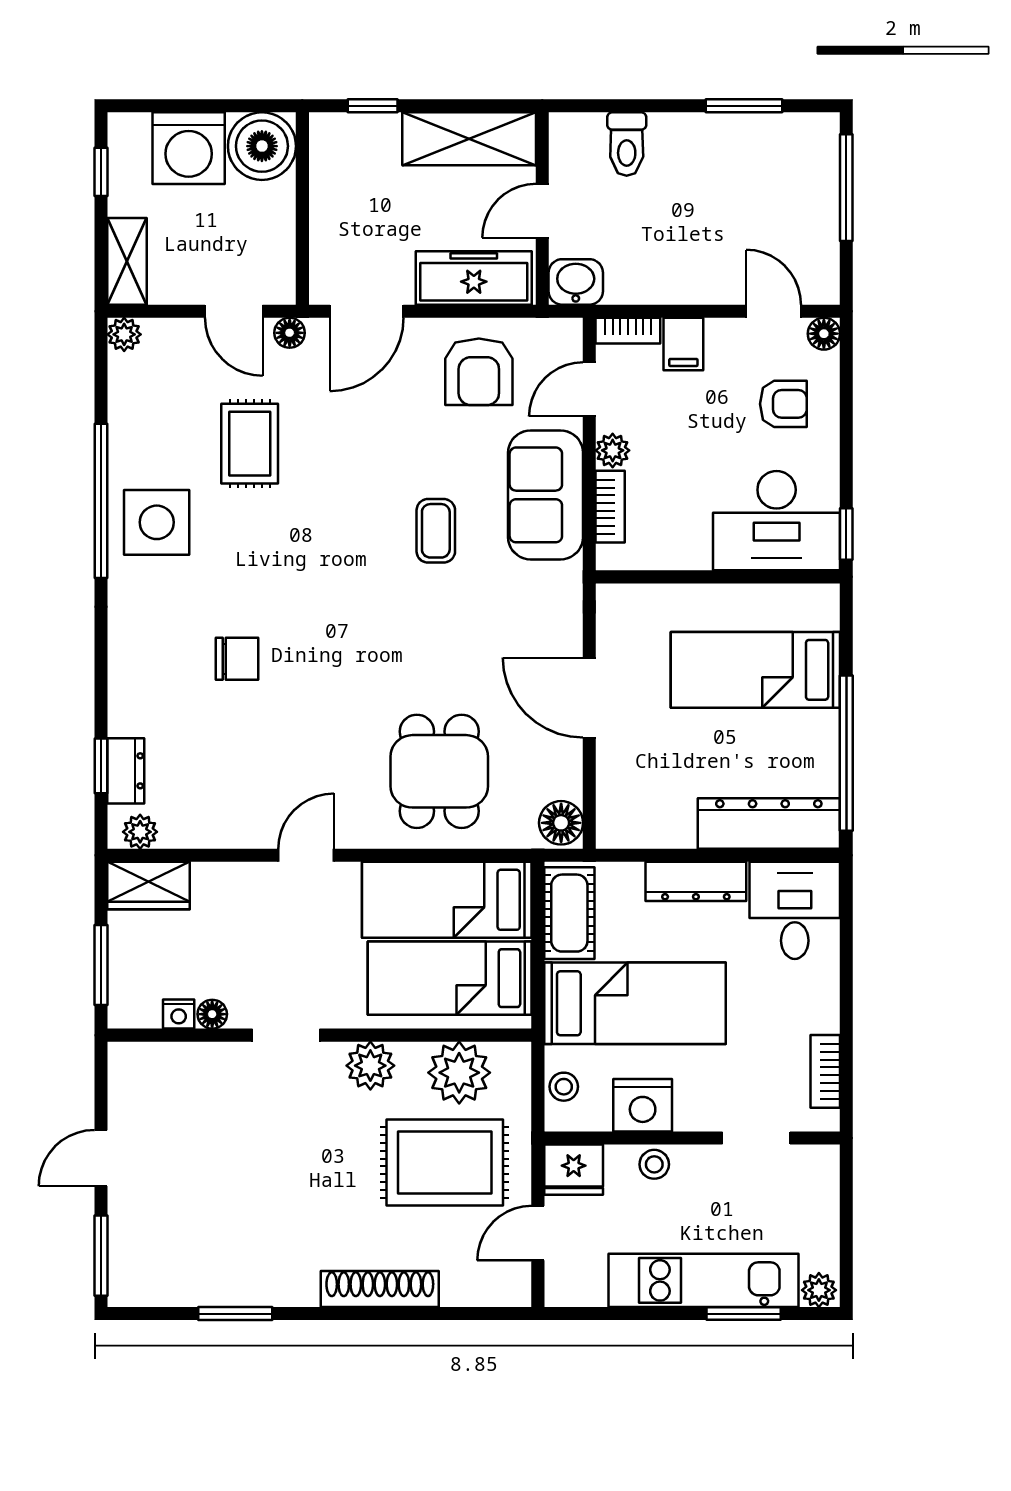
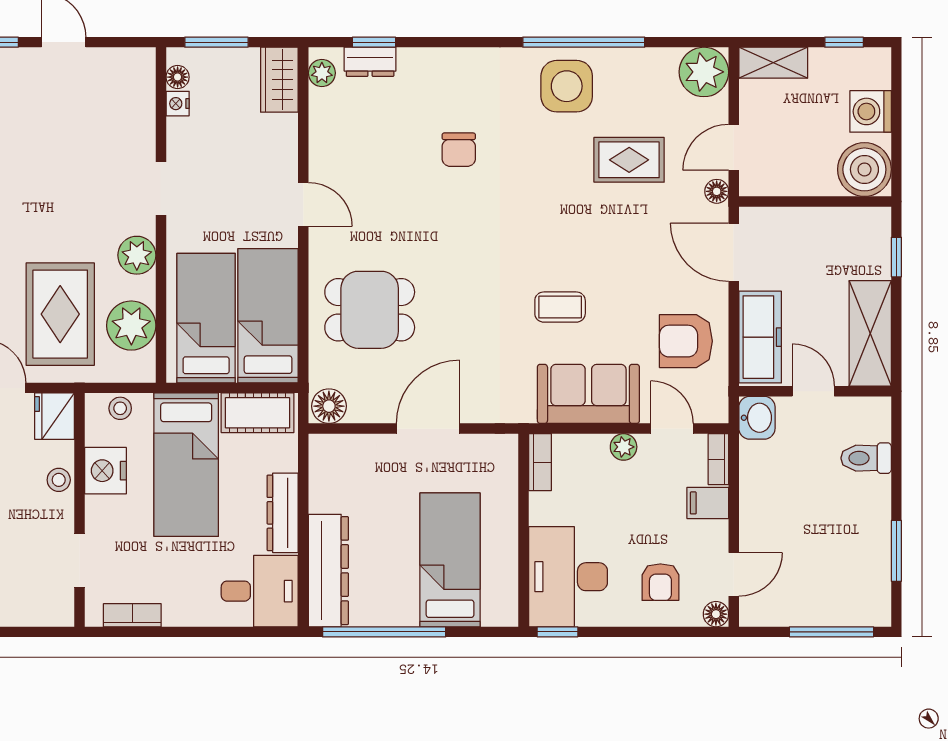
washing machine: (189, 148) -> (871, 111), width x0.73, depth x0.73
plant: (124, 334) -> (704, 72), width x1.87, depth x1.87
bookcase: (610, 507) -> (540, 462), moved, turned -90
floor lamp: (212, 1014) -> (178, 77), moved

